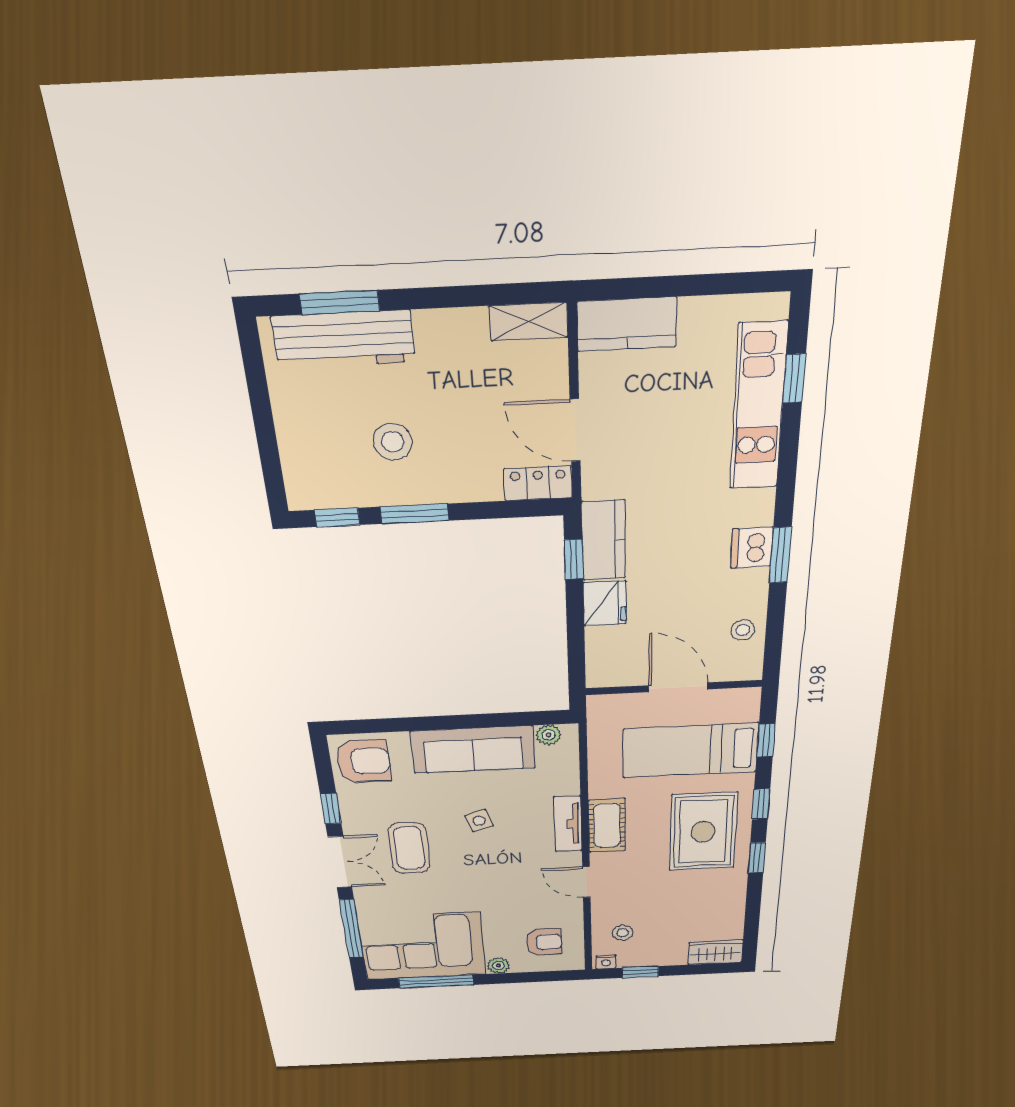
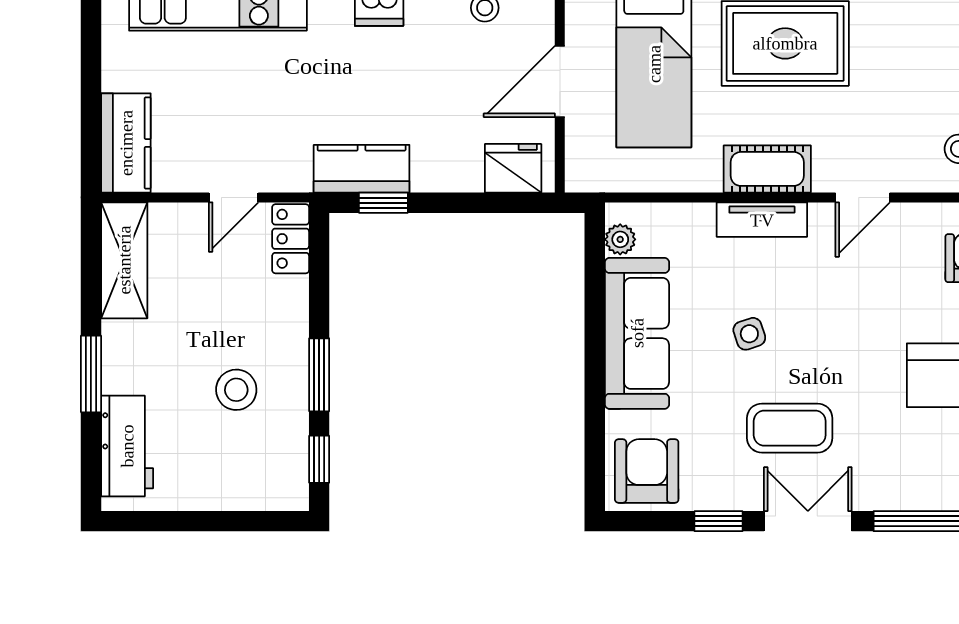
window: (340, 302) -> (91, 374), moved
shelving: (529, 321) -> (124, 260), width x1.50, depth x1.33
workbench: (344, 339) -> (127, 446), width x0.73
door: (575, 430) -> (234, 197), width x0.73
fridge: (605, 603) -> (513, 168), moved

